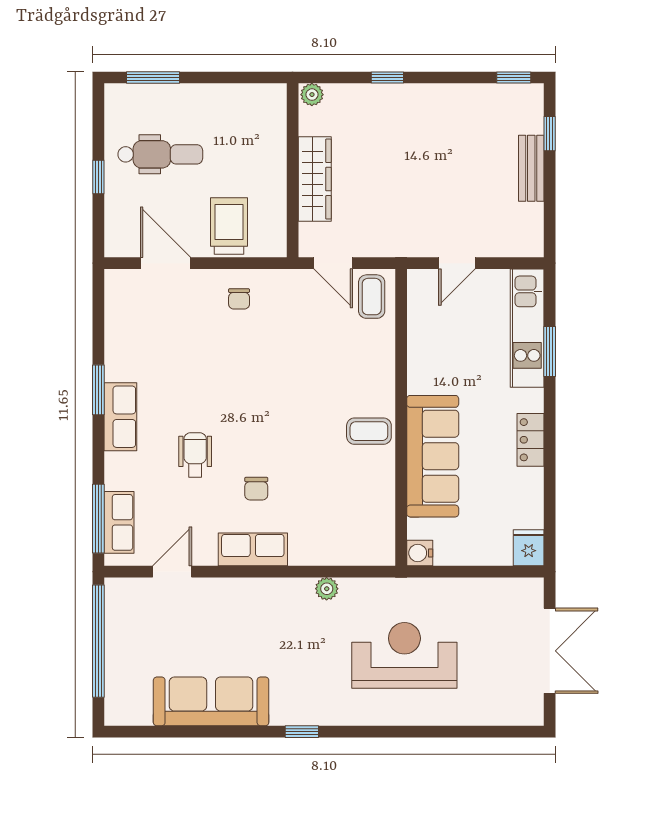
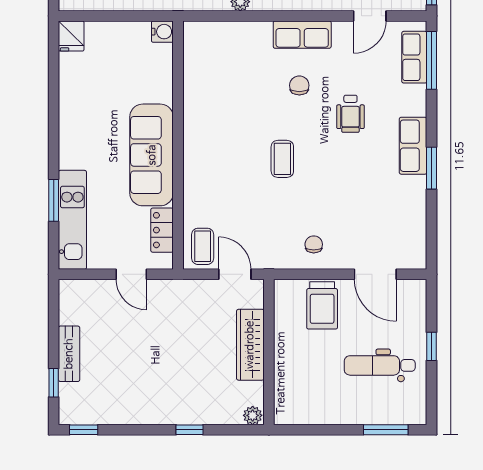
door: (457, 263) -> (131, 274), swing flipped
coffee table: (369, 431) -> (282, 159), moved, turned 90
locker: (531, 440) -> (162, 230), moved, turned 180
sofa: (433, 456) -> (152, 155), moved

